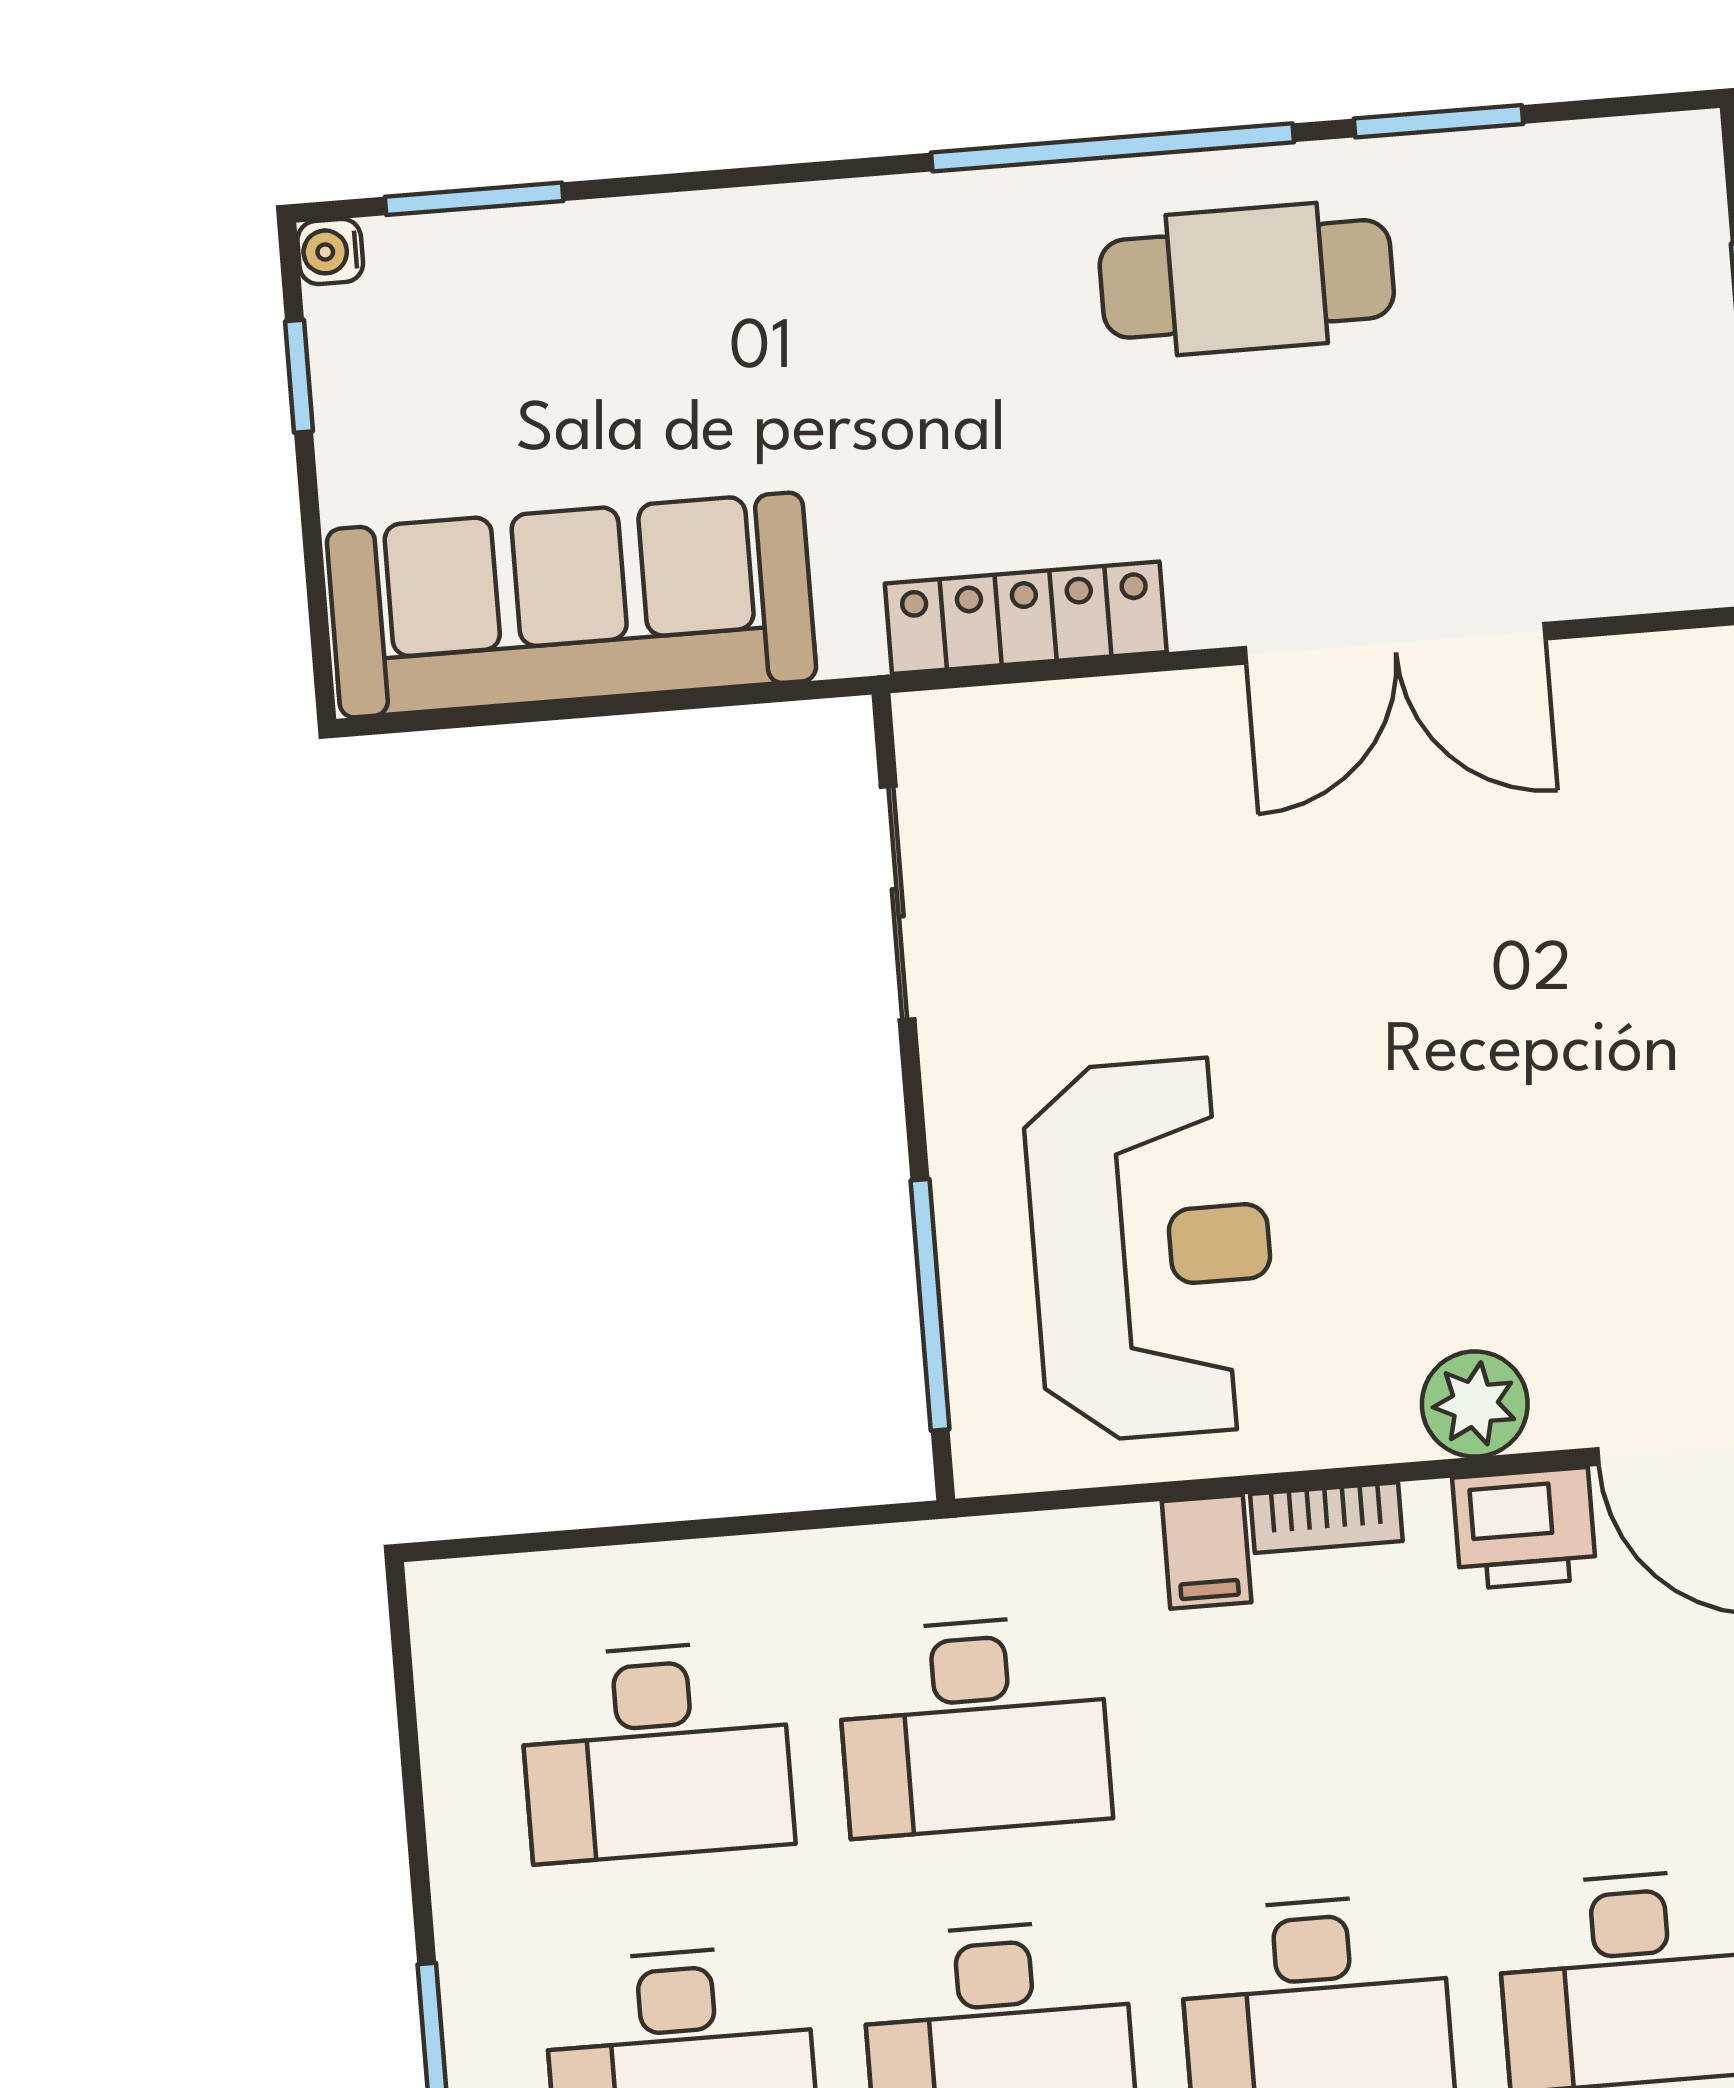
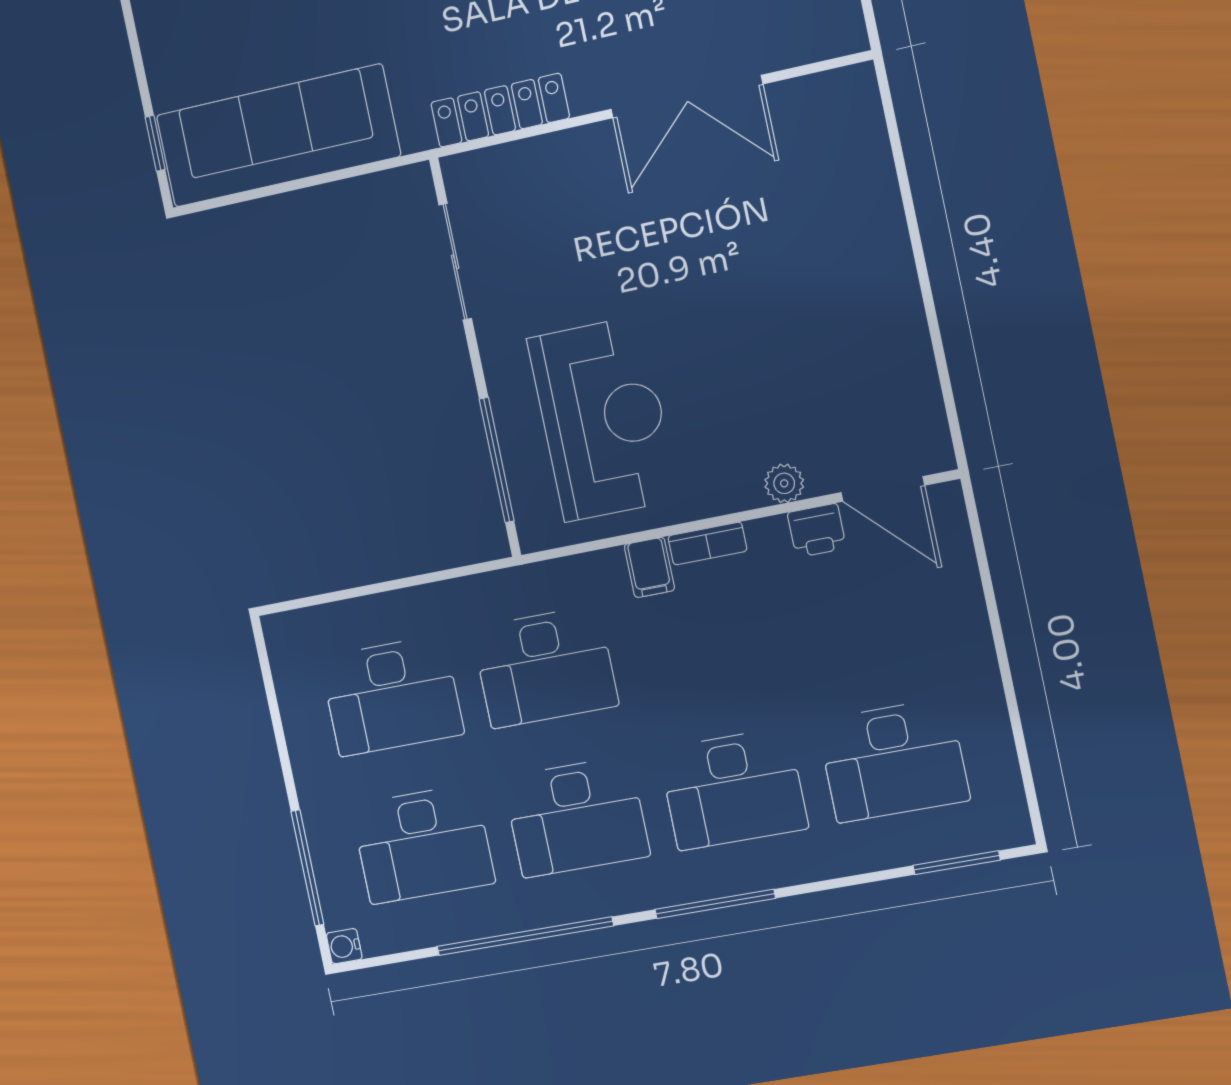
window: (299, 376) -> (155, 143), moved
plant: (1475, 1404) -> (784, 483), width x0.73, depth x0.73
printer: (1524, 1528) -> (817, 530), width x0.73, depth x0.81

